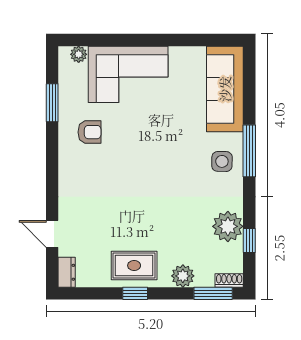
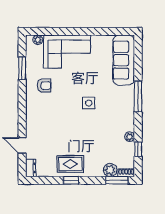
side table: (222, 161) -> (89, 103), moved
plant: (228, 226) -> (130, 137), width x0.53, depth x0.53
plant: (183, 276) -> (110, 170), moved

